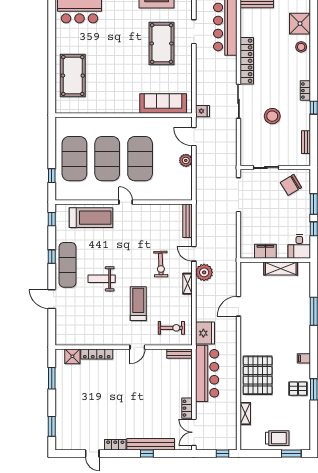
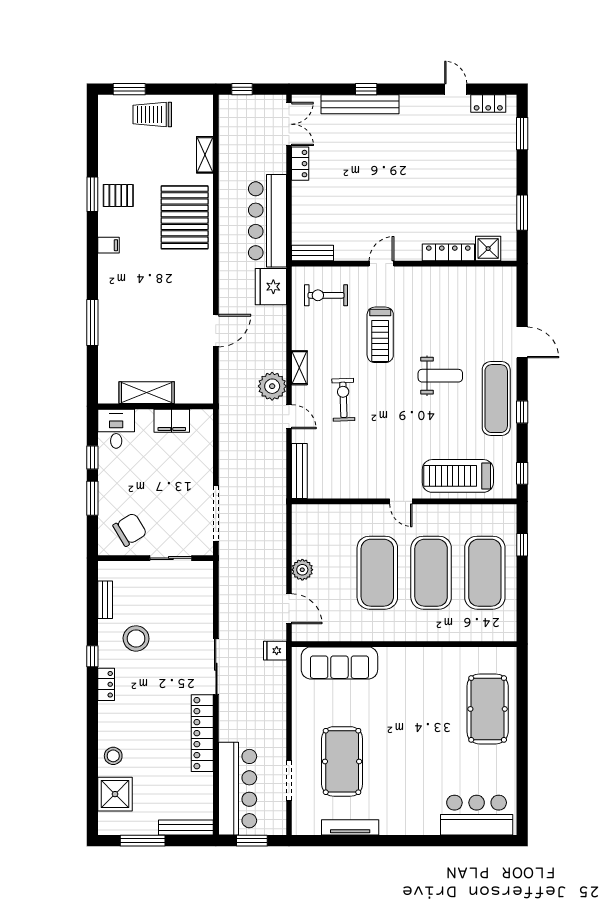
stool: (272, 116) -> (136, 638), moved
locker: (115, 445) -> (488, 103), moved

